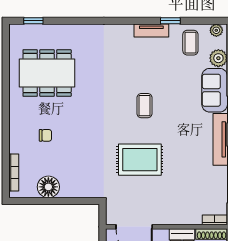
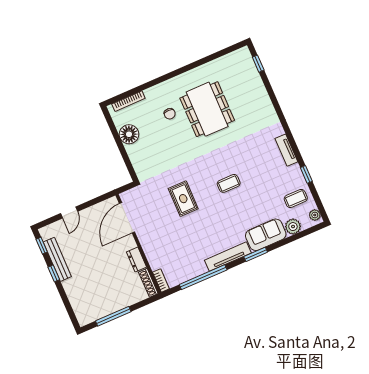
tv unit: (151, 31) -> (286, 150), moved
dining table: (47, 73) -> (207, 109), moved
rug: (140, 160) -> (183, 199), width x0.73, depth x0.70

